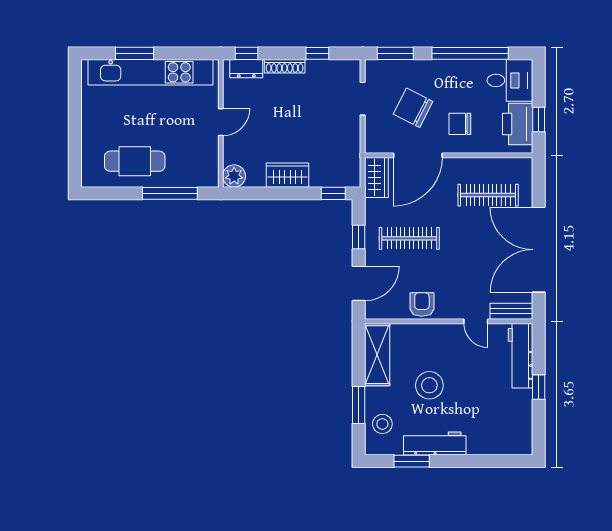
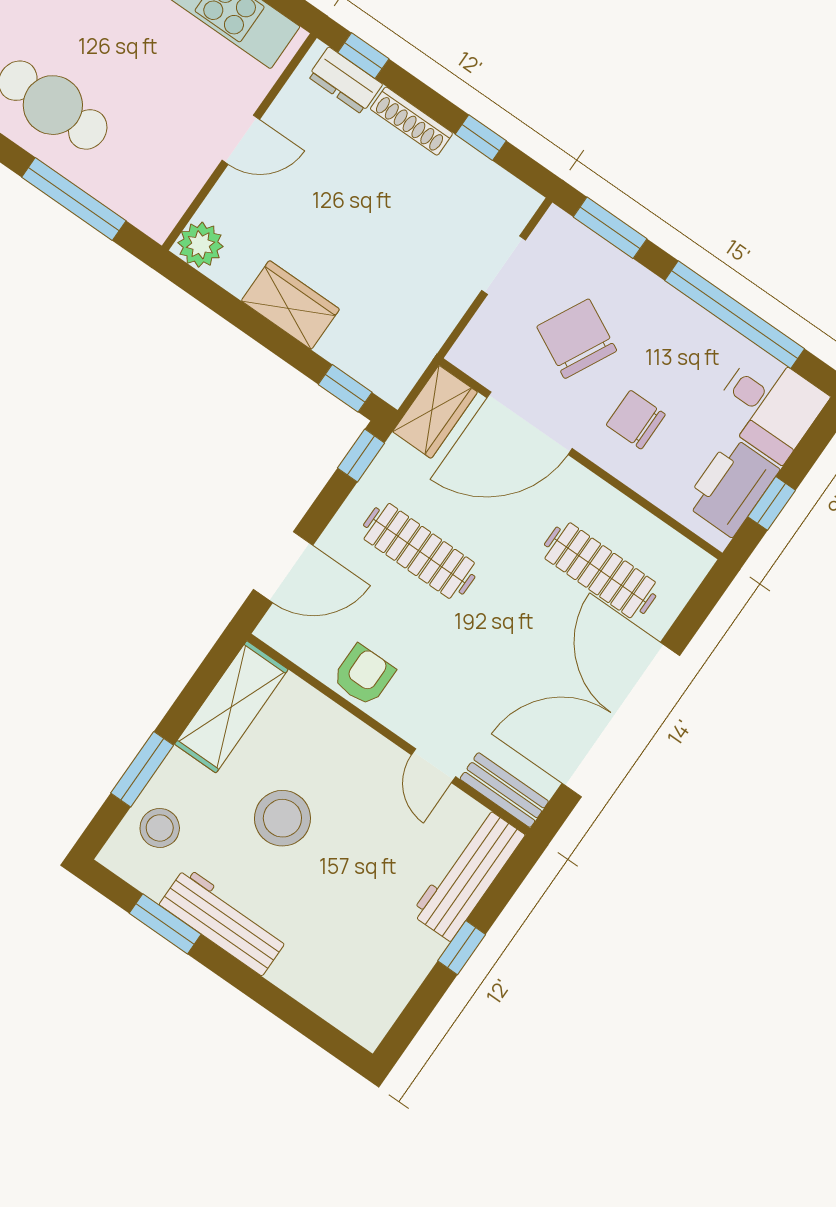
window: (359, 237) -> (361, 455), moved

